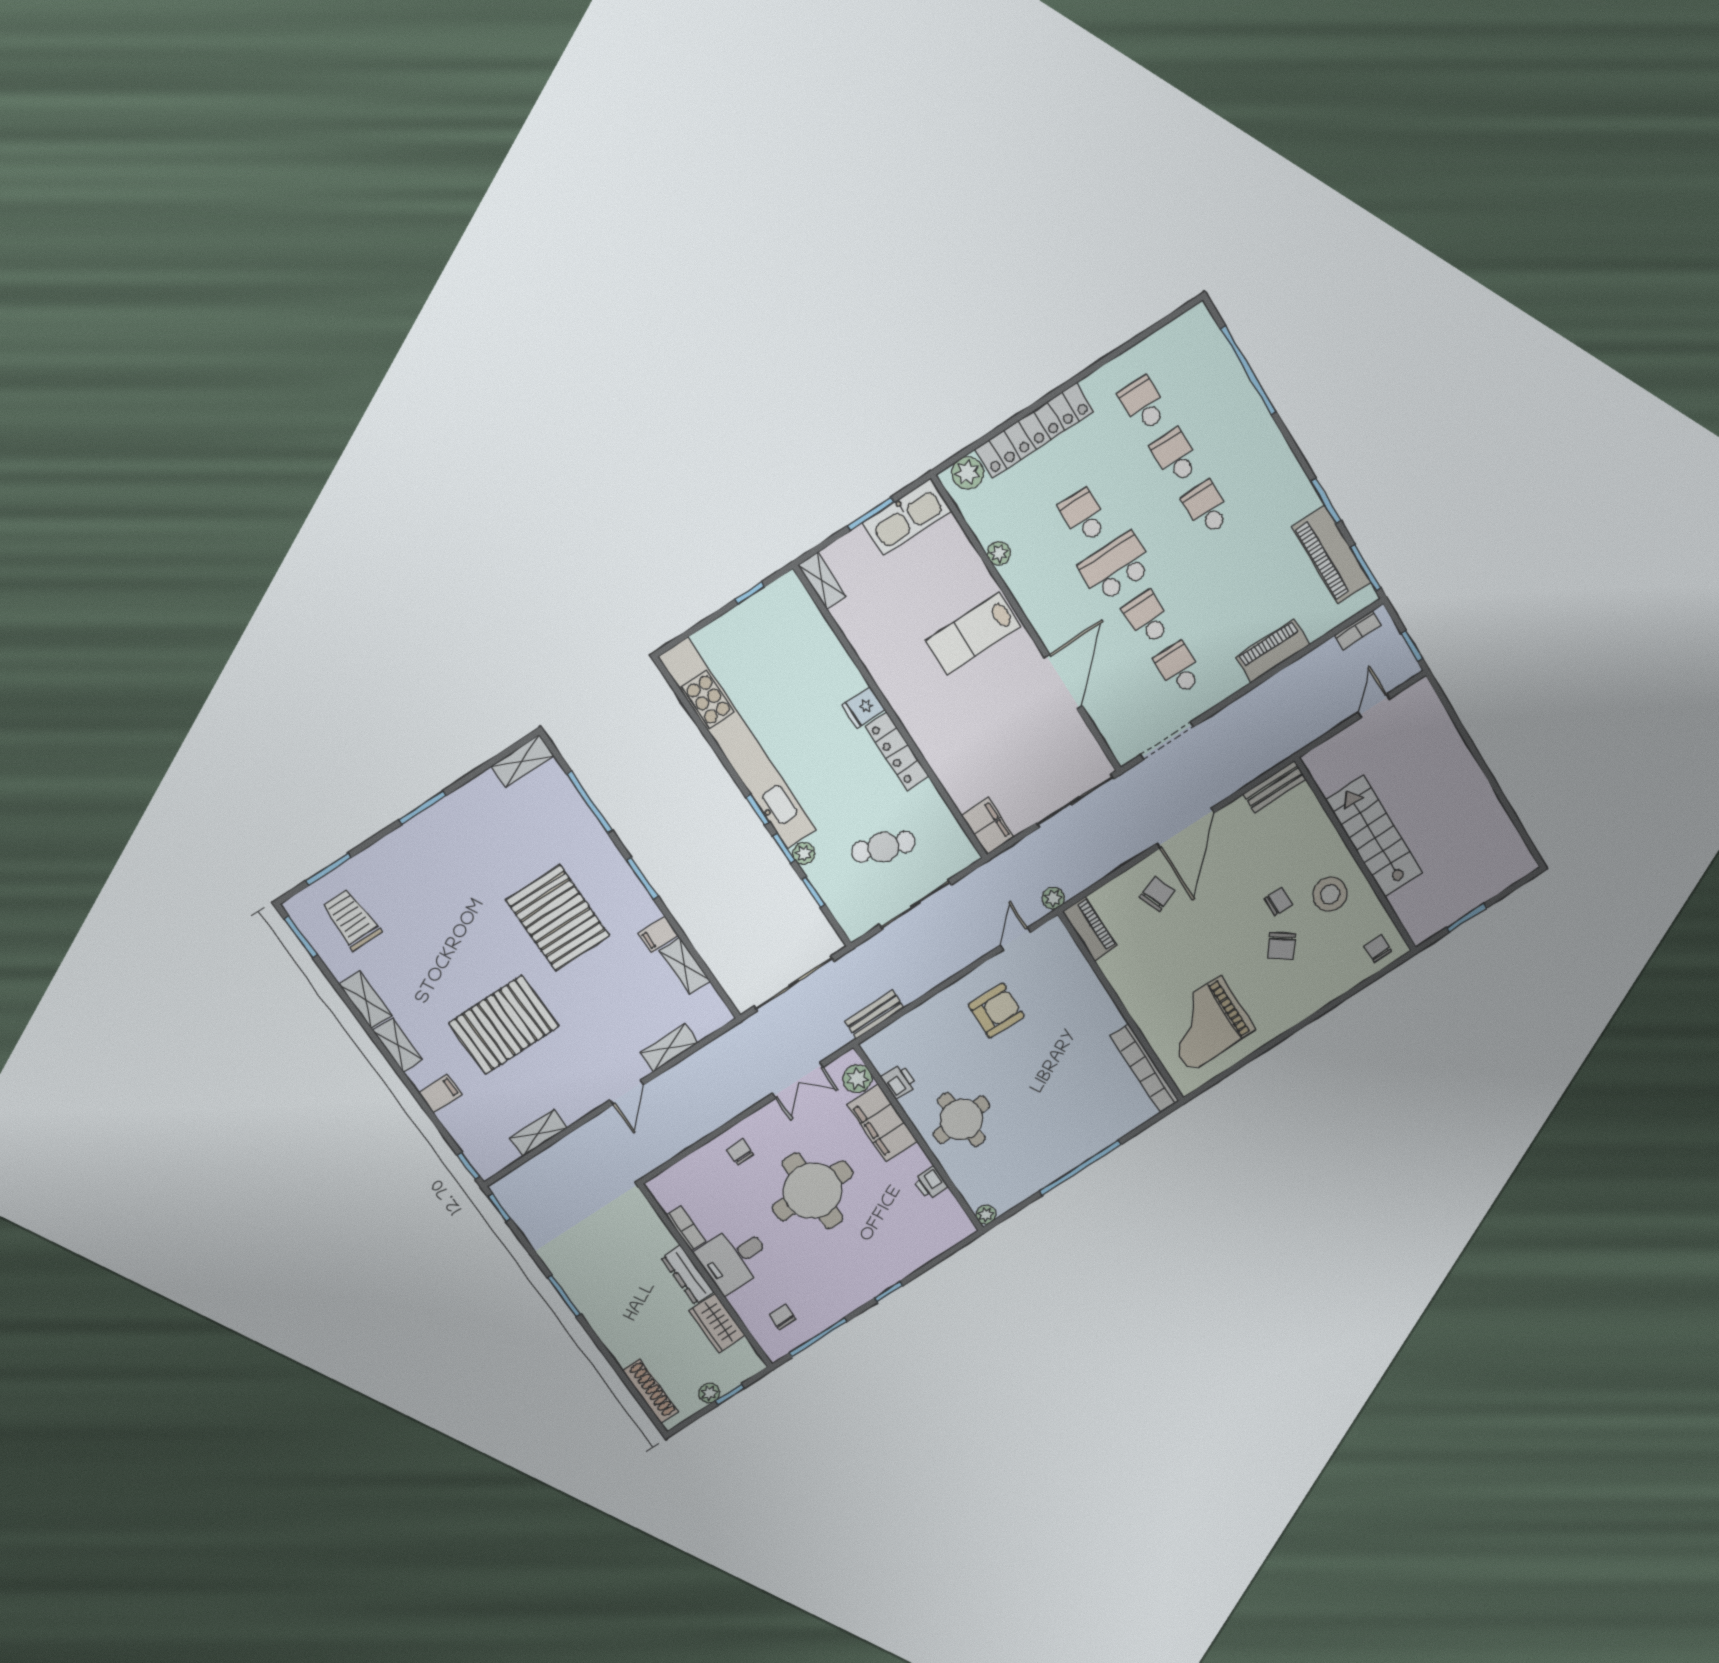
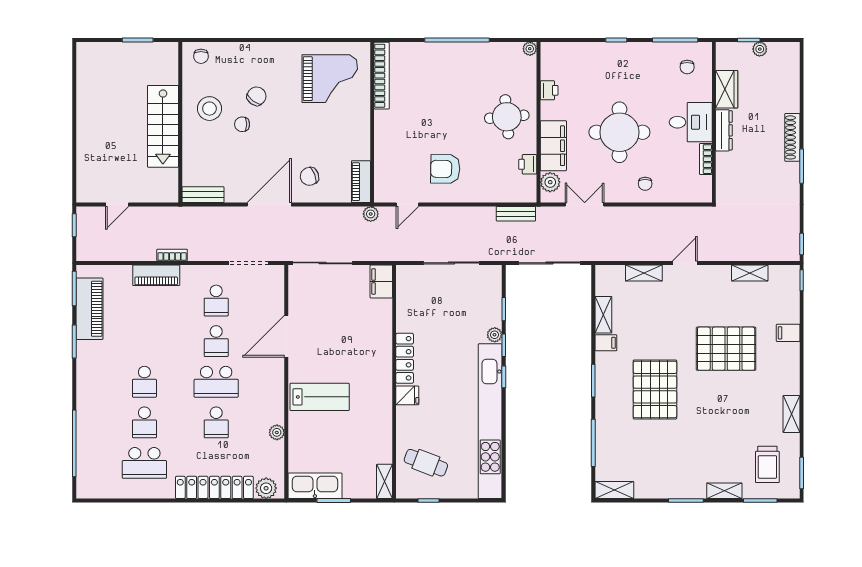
school desk: (1143, 404) -> (144, 463), width x1.85
bookcase: (1358, 630) -> (172, 255), moved
cafe table: (883, 847) -> (426, 463), moved
shelving: (398, 1045) -> (724, 491), moved, turned 90
shoe rack: (650, 1391) -> (792, 137), moved

